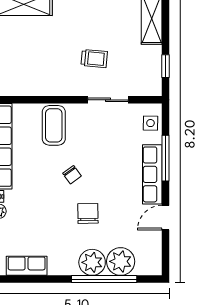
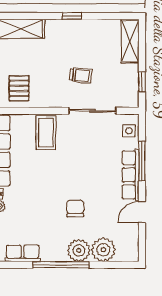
pallet: (23, 74) -> (19, 88), added
sliding door: (108, 100) -> (92, 111), width x1.37
chair: (72, 175) -> (62, 175), removed
window: (104, 279) -> (61, 265), moved

